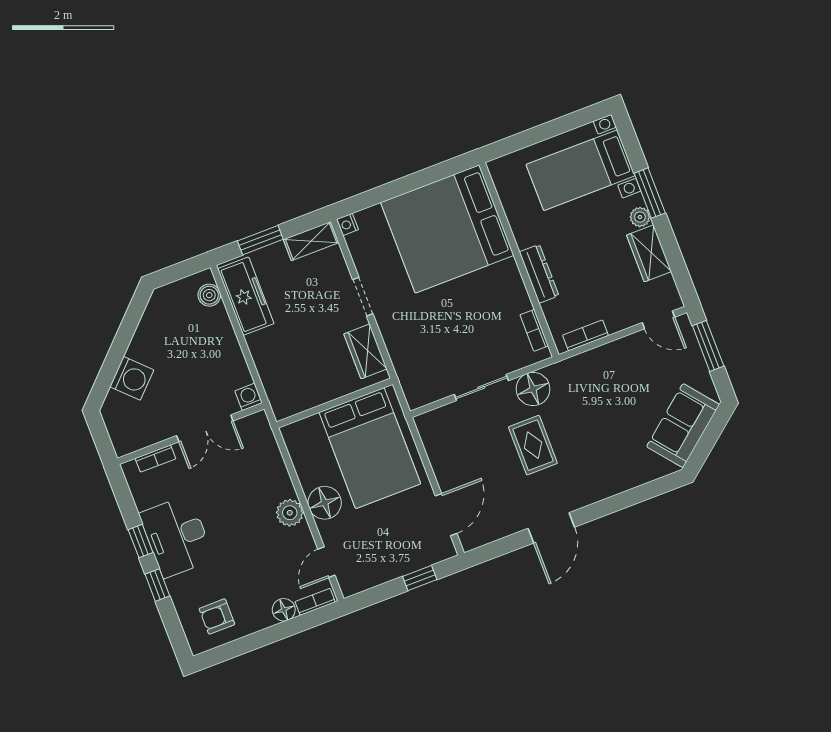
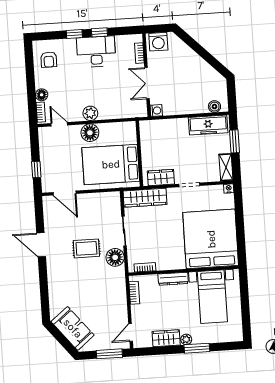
bed with nightstands: (580, 170) -> (212, 297), moved, turned 180
wardrobe: (410, 369) -> (145, 198), added
washing machine: (132, 378) -> (158, 42), moved, turned -45
armchair: (217, 617) -> (49, 60), turned 180

